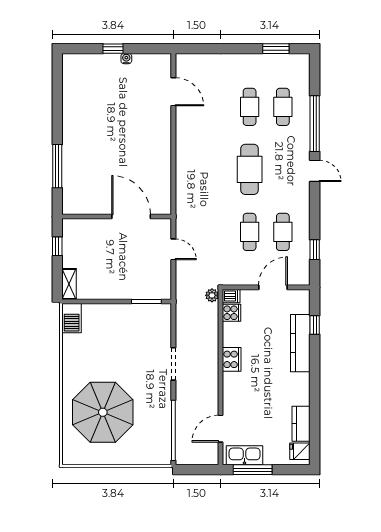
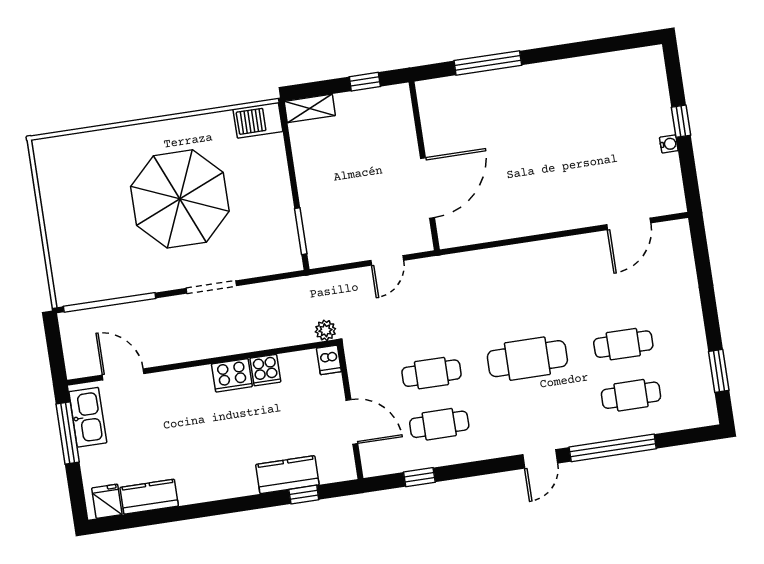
cooker: (232, 313) -> (265, 370), moved
kitchen counter: (300, 343) -> (287, 475), width x0.67
parasol: (103, 412) -> (180, 199), moved

